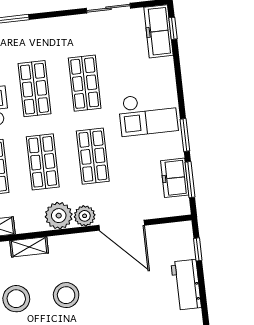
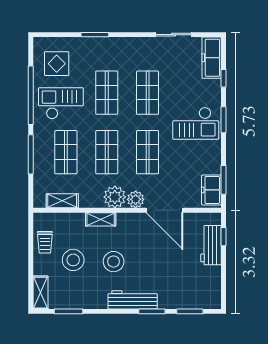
window: (173, 28) -> (224, 78), moved
window: (185, 135) -> (224, 120), moved
freezer: (175, 178) -> (211, 190), moved
shelving: (29, 247) -> (101, 219), moved
workbench: (186, 285) -> (211, 245), moved

